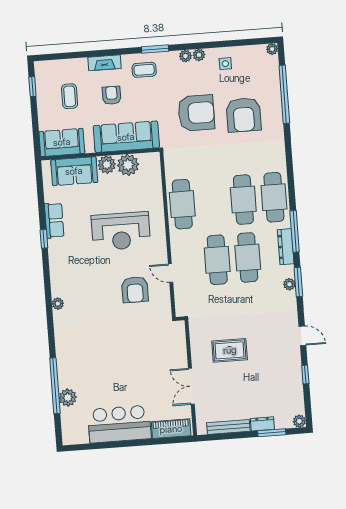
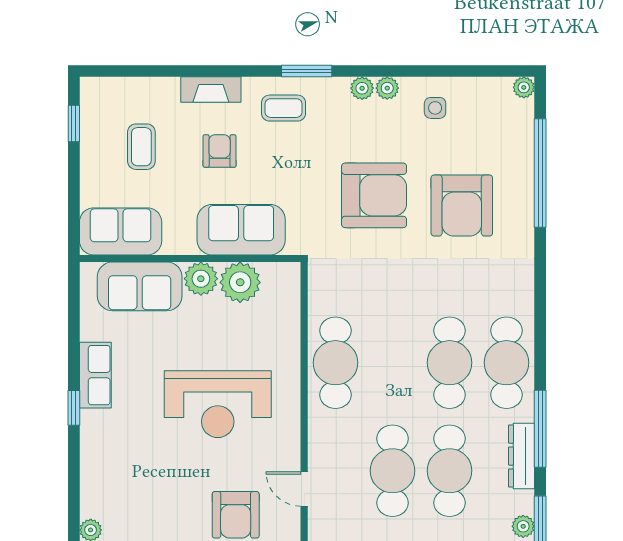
sofa: (126, 137) -> (241, 230), width x0.73

